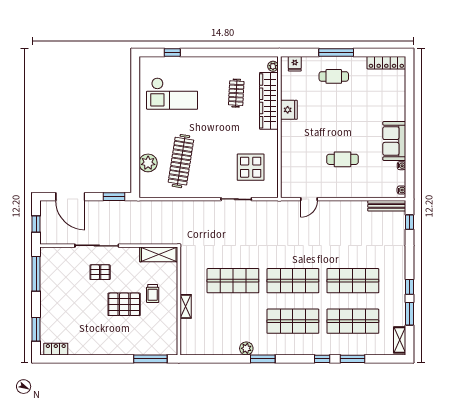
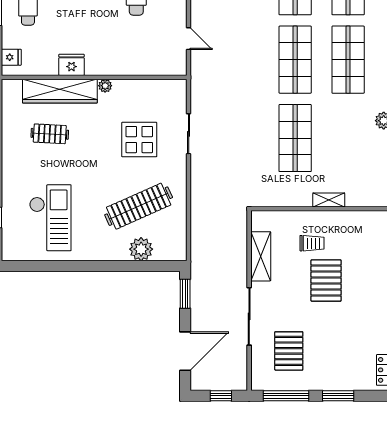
plant: (273, 66) -> (105, 86), moved
clothes rail: (181, 161) -> (139, 206), turned -33
display table: (251, 167) -> (139, 140), moved
shelving: (159, 254) -> (261, 256), moved
pallet: (100, 272) -> (289, 351), moved, width x1.50, depth x1.42
window: (36, 329) -> (338, 396), moved

